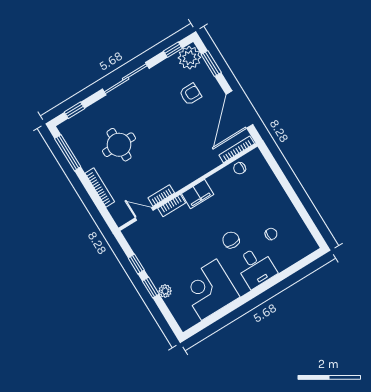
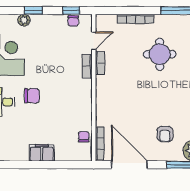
filing cabinet: (198, 194) -> (42, 153), moved, turned 90
chair: (271, 234) -> (73, 21), moved
window: (136, 264) -> (71, 10), moved

